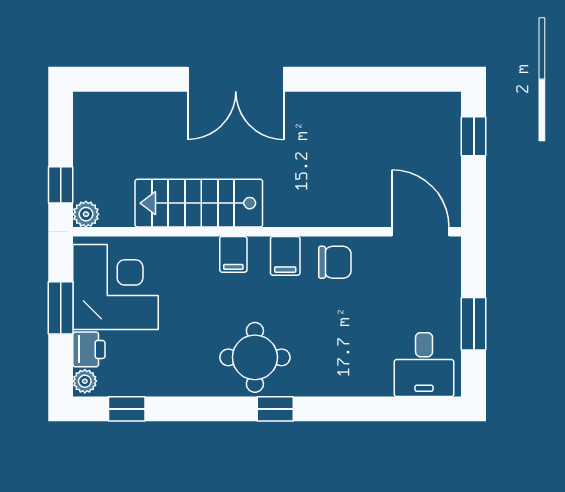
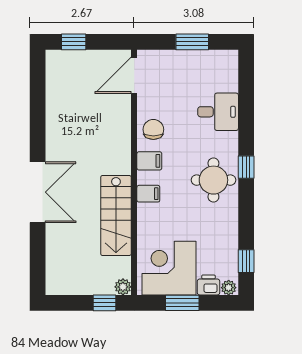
desk: (424, 365) -> (218, 112), moved

